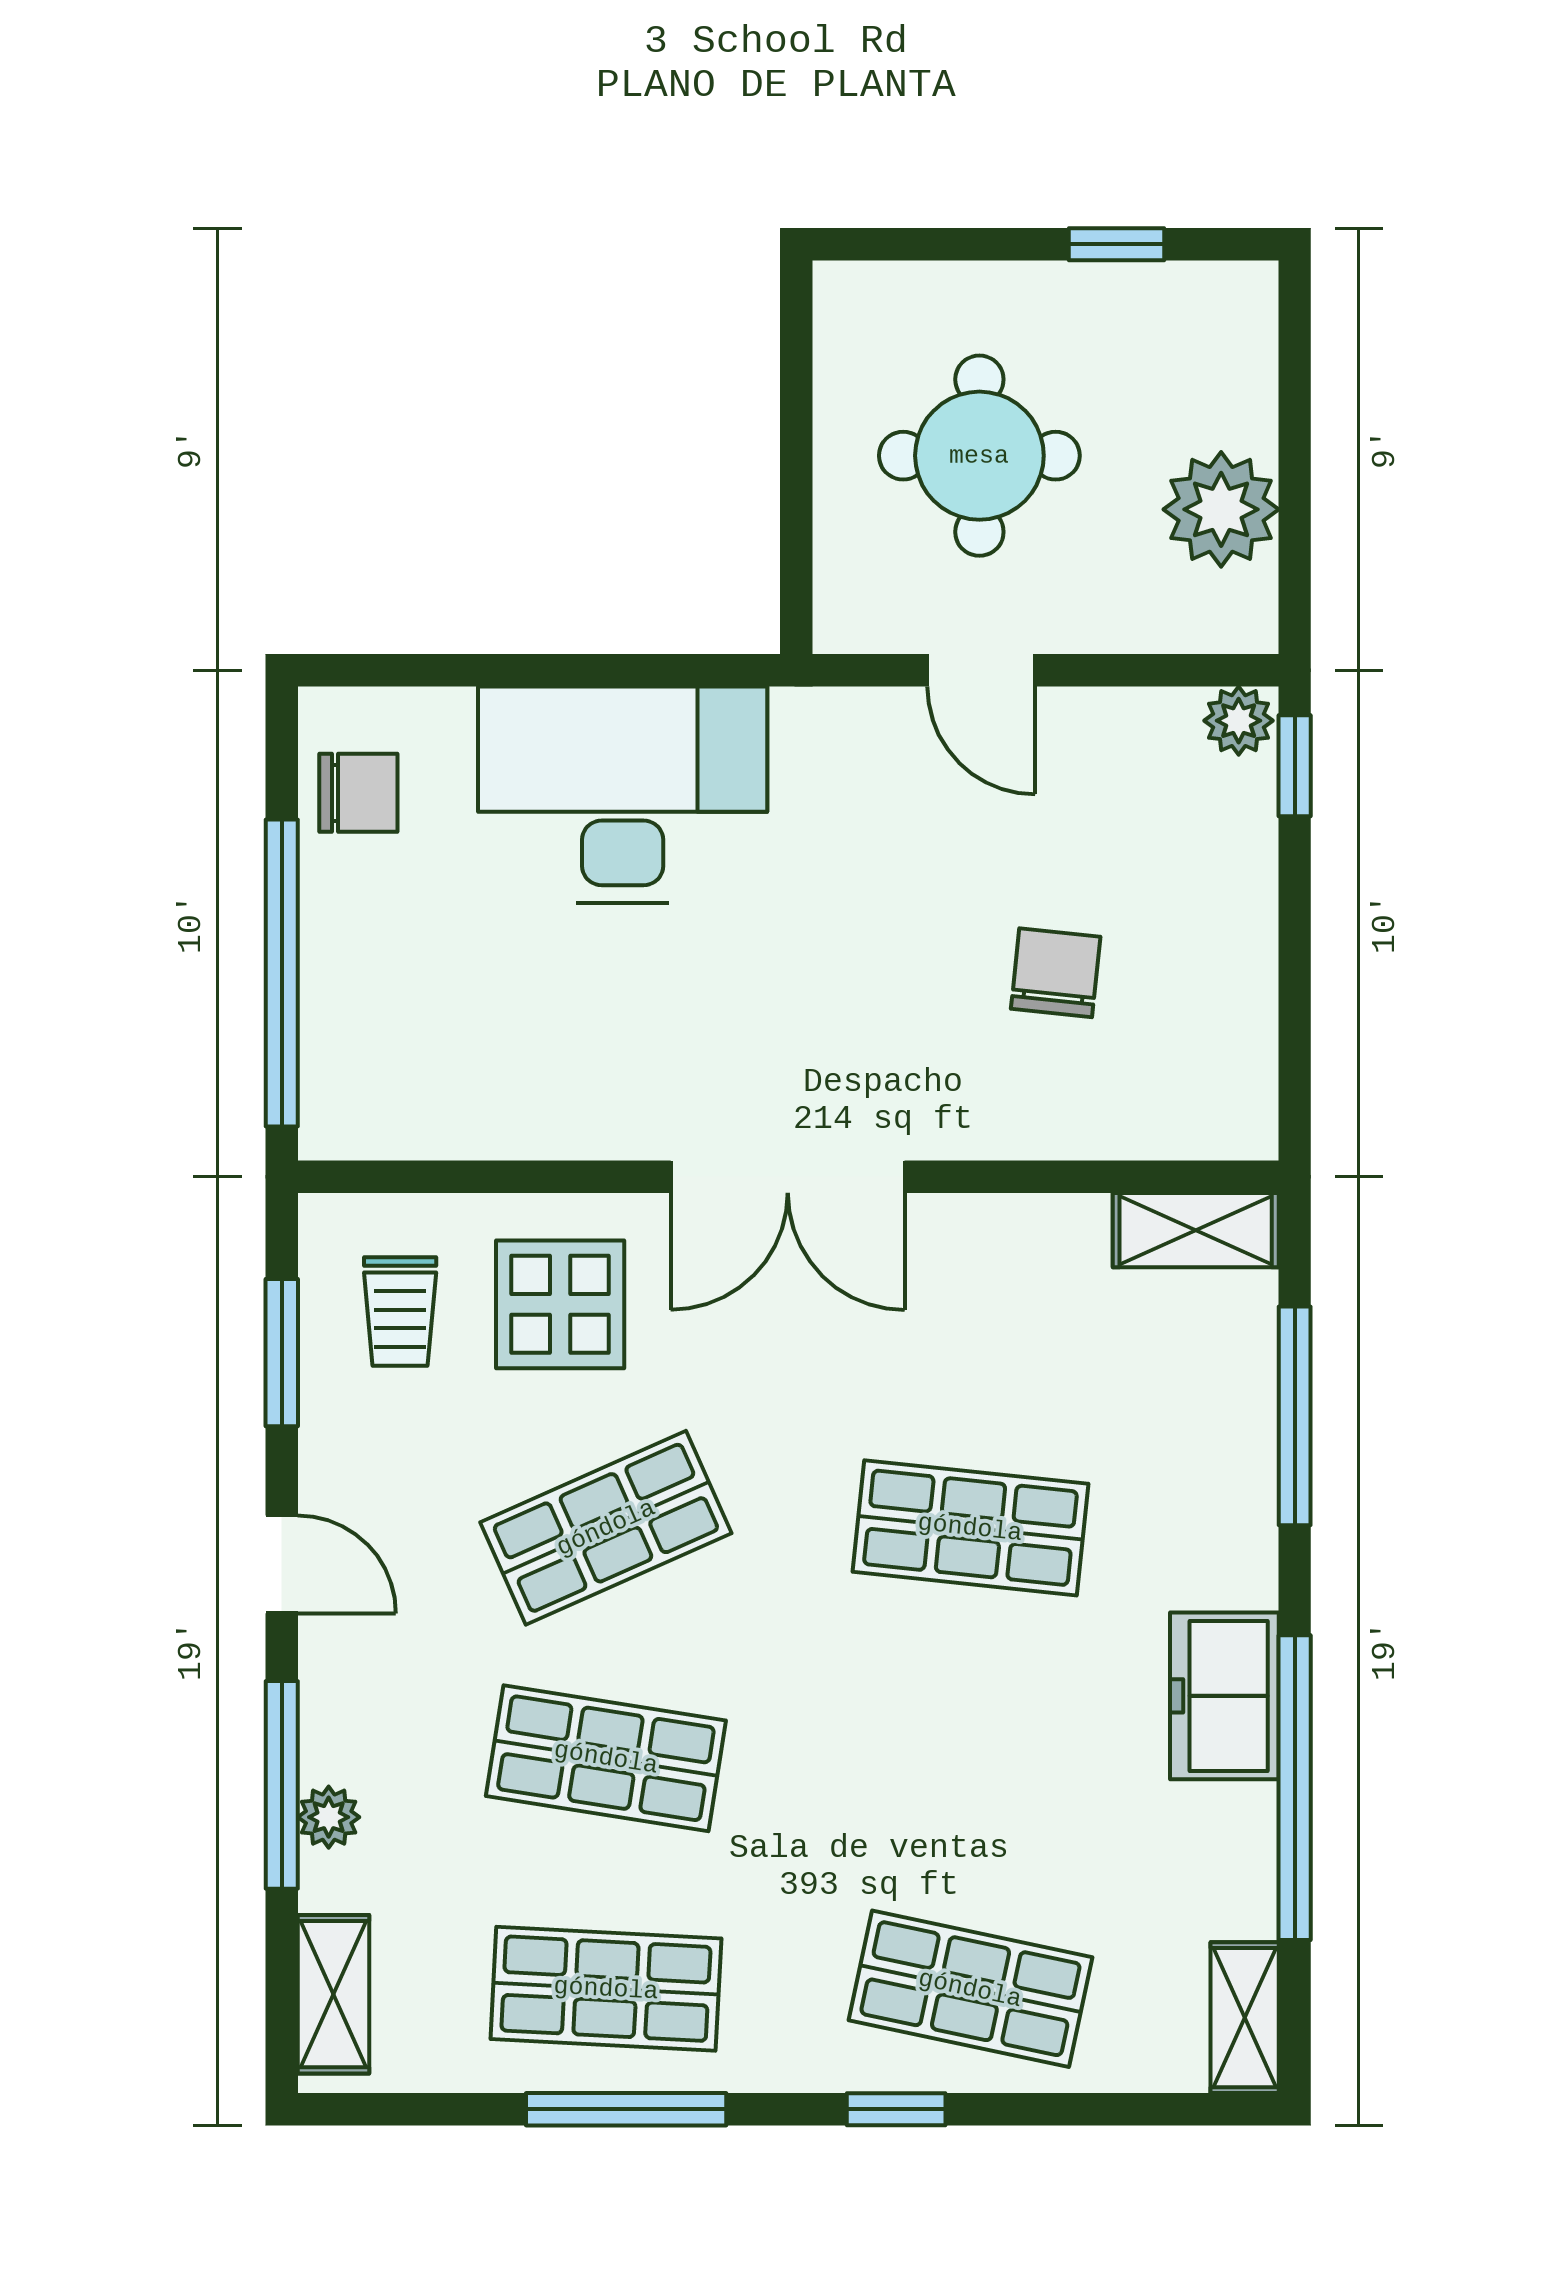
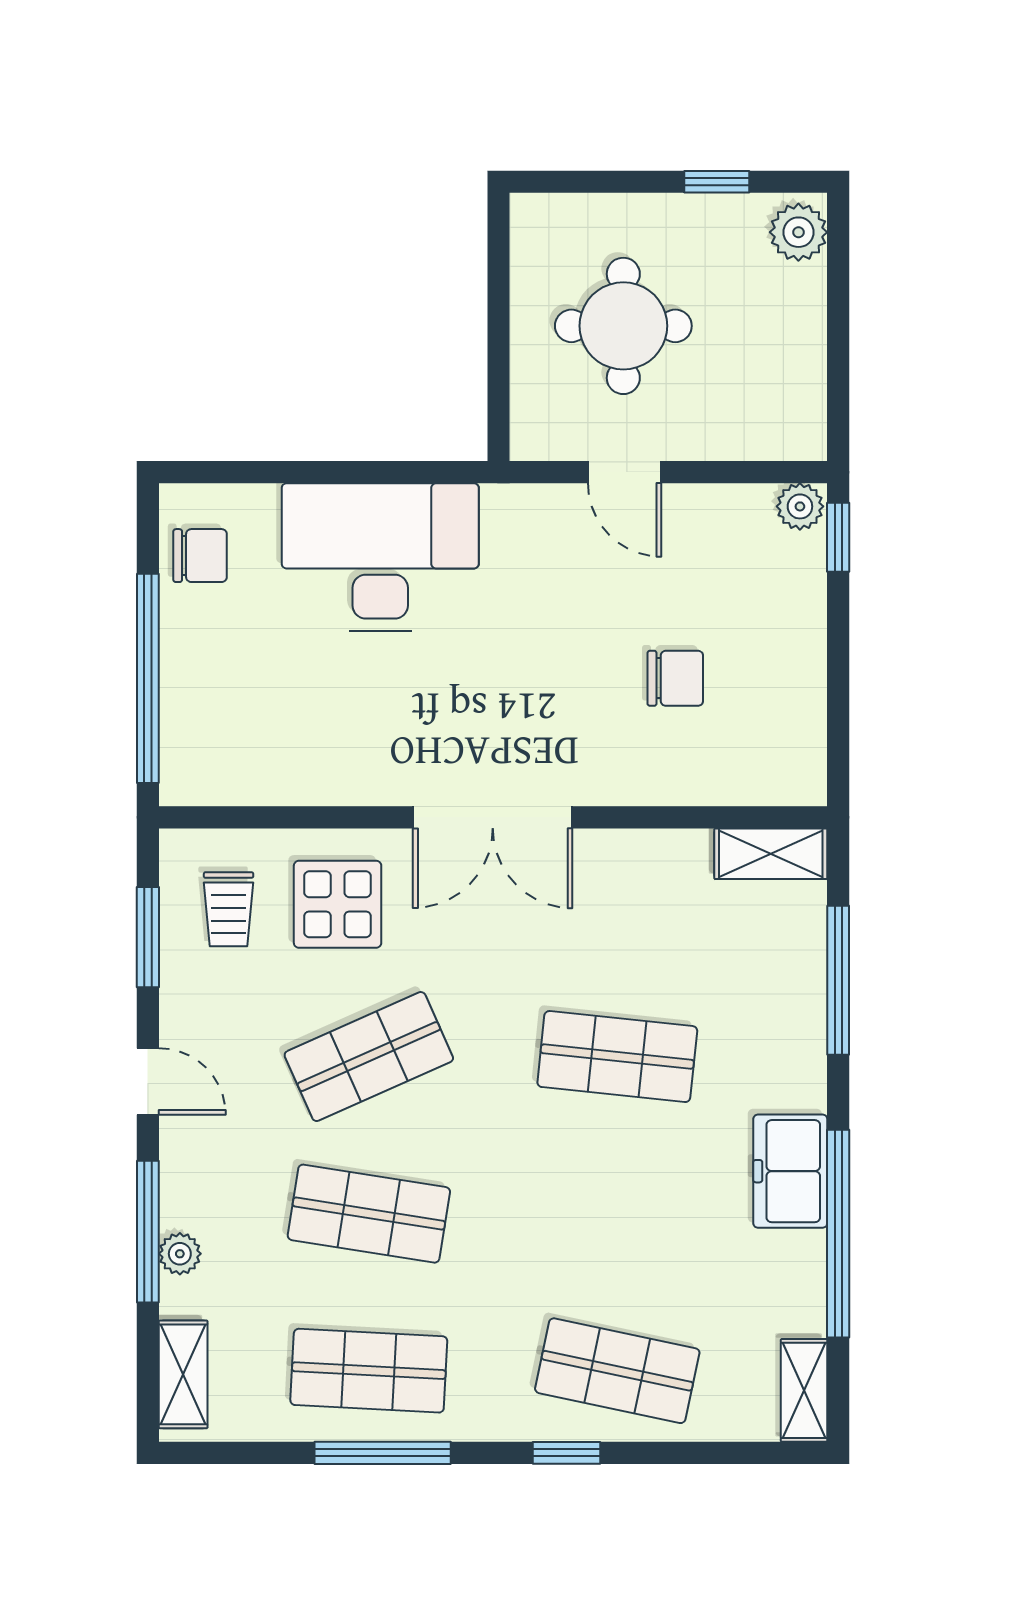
plant: (1221, 509) -> (798, 232), moved, width x0.73, depth x0.73
chair: (1056, 973) -> (675, 678), turned 84

